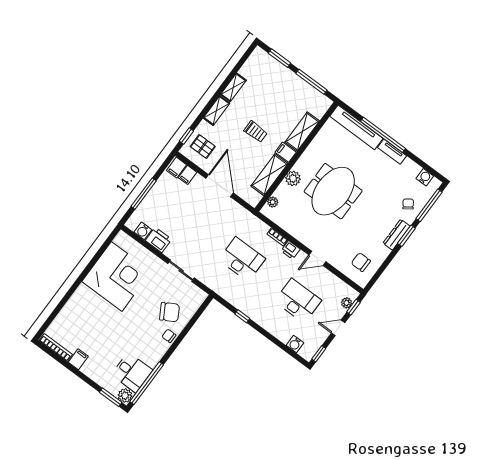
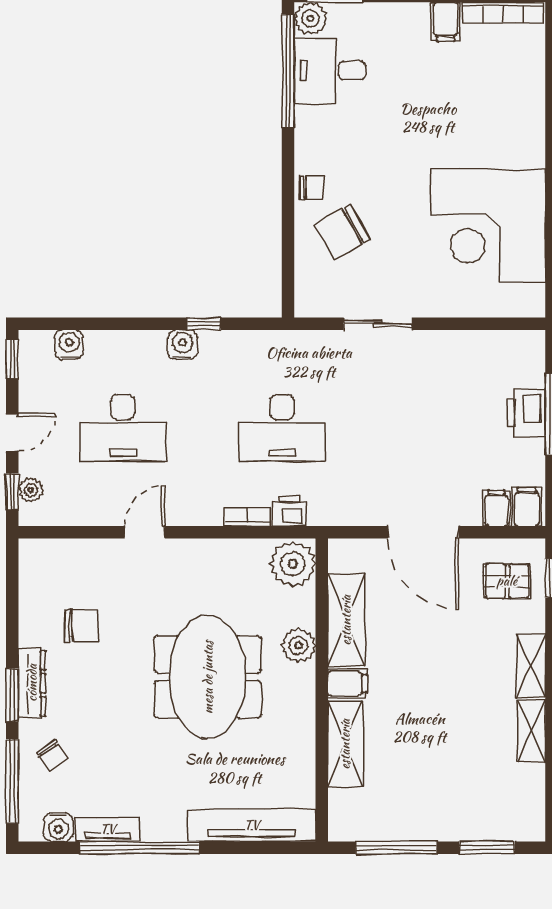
trolley: (256, 132) -> (430, 680), removed
window: (383, 135) -> (139, 848), moved
tv unit: (392, 152) -> (108, 829), moved
plant: (273, 202) -> (293, 564), width x1.88, depth x1.88
water cooler: (143, 231) -> (182, 345), moved
printer: (158, 240) -> (526, 413), moved, turned 90
printer: (291, 250) -> (289, 511), moved
chair: (361, 262) -> (81, 625), moved

